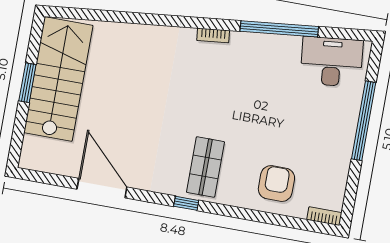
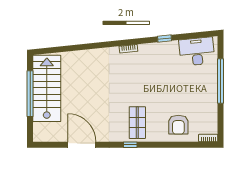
window: (279, 29) -> (164, 39), width x0.32
window: (27, 83) -> (30, 94), width x2.11
armchair: (276, 184) -> (178, 125), turned 180

